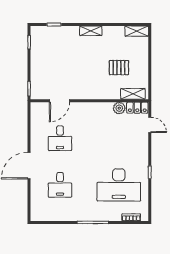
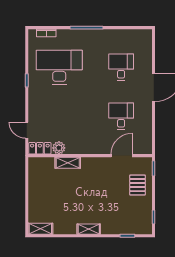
pallet: (119, 68) -> (137, 185), moved, turned 90
shelving: (133, 94) -> (68, 163), moved

